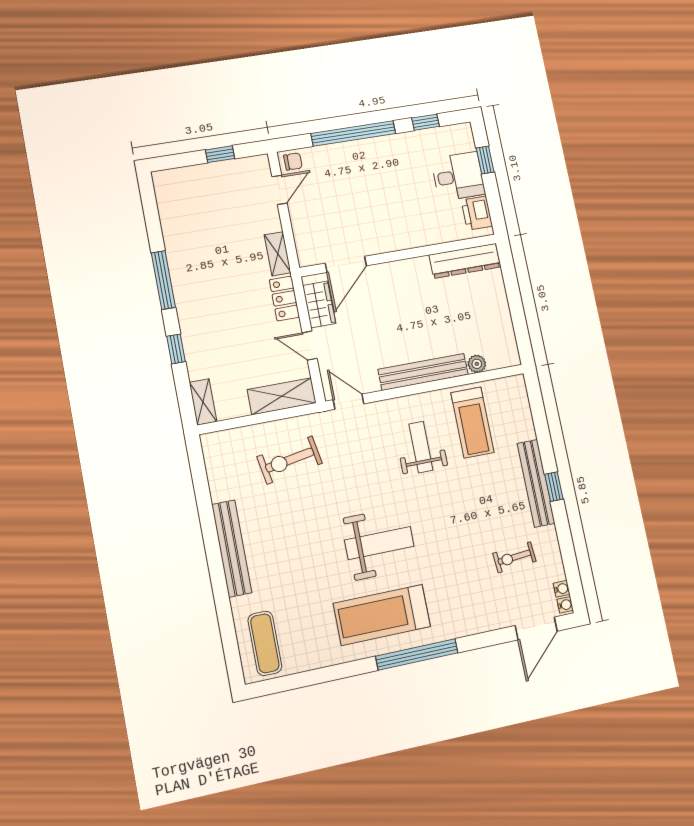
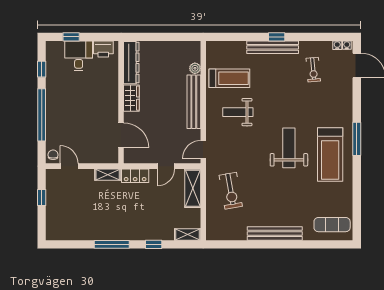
wardrobe: (319, 304) -> (131, 98), moved, turned 90
window: (417, 655) -> (357, 139), width x0.68

